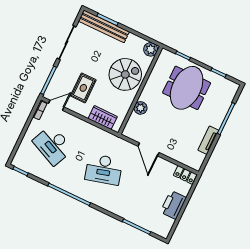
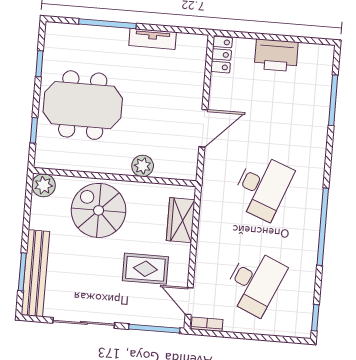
desk: (104, 169) -> (262, 187), turned 36

